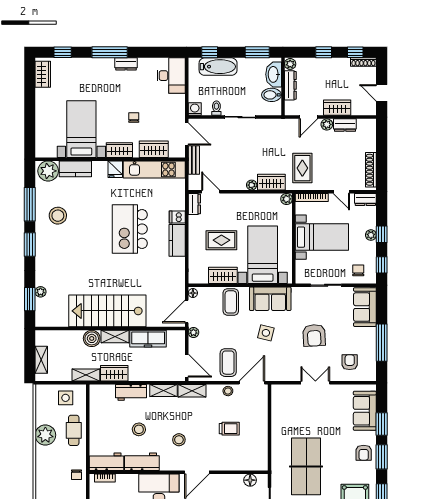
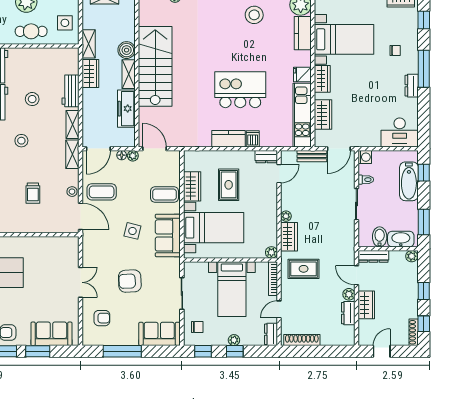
dresser: (290, 85) -> (373, 256), moved
chair: (134, 117) -> (395, 51), moved
floor lamp: (193, 293) -> (122, 155), moved

